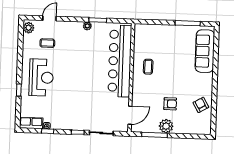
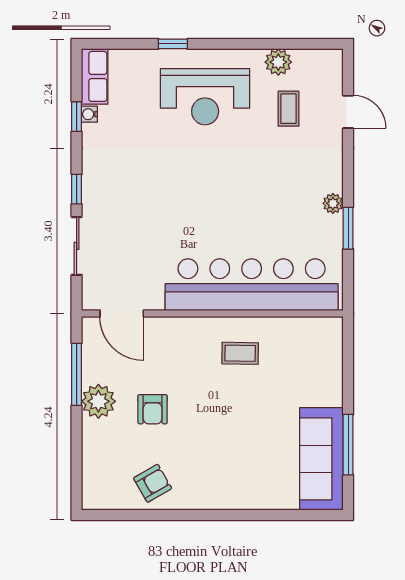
plant: (29, 28) -> (278, 62), moved
sofa: (205, 51) -> (321, 459), moved, turned -90

